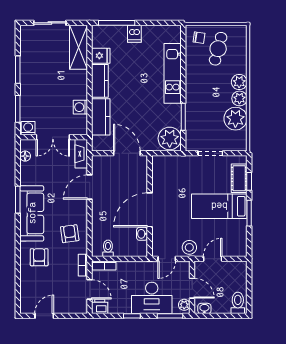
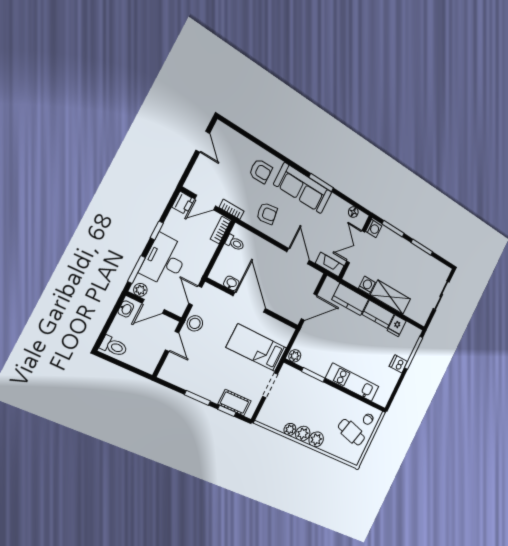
shelving: (79, 47) -> (390, 297), moved
plant: (235, 119) -> (290, 429), width x0.53, depth x0.53
plant: (170, 138) -> (295, 356), width x0.53, depth x0.53
bed: (219, 206) -> (257, 348), moved, turned -90

